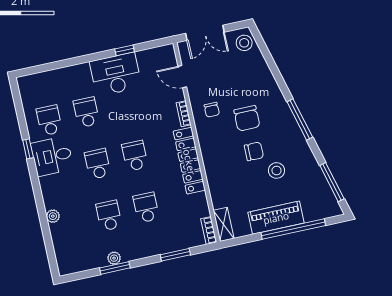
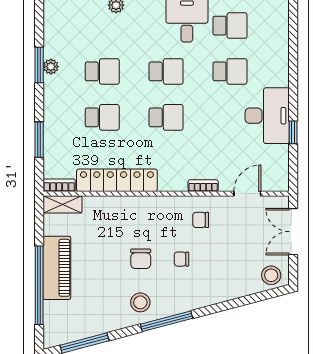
chair: (247, 118) -> (181, 259), width x0.54, depth x0.54
locker: (189, 161) -> (117, 180), moved
stool: (277, 170) -> (140, 302), moved

